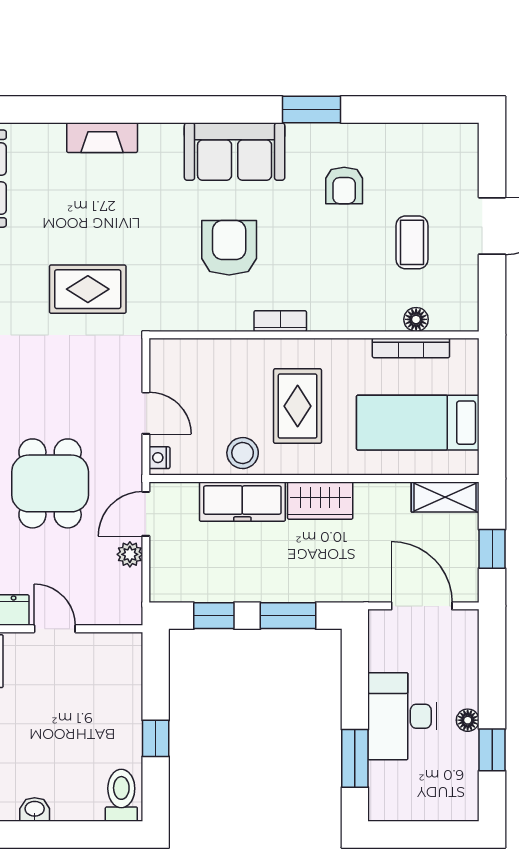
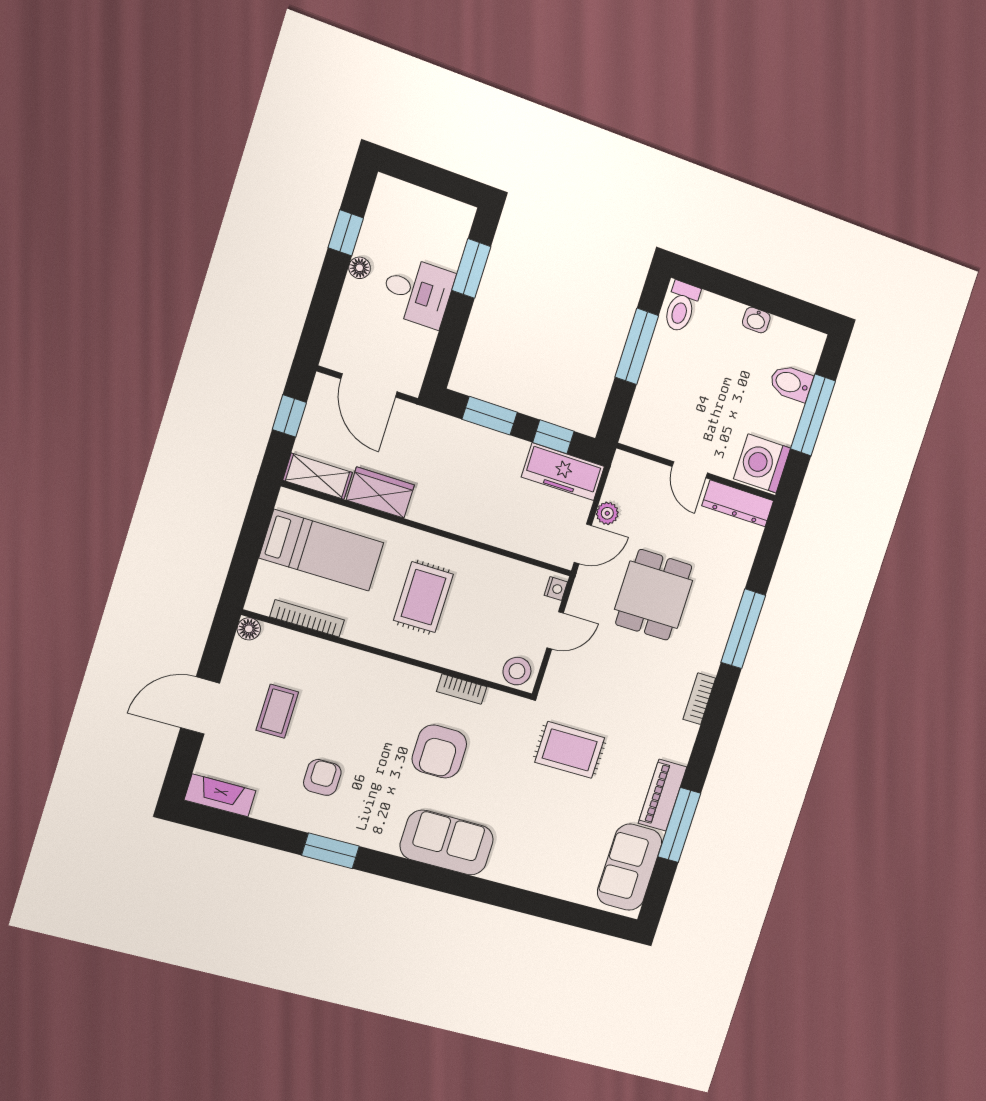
fireplace: (102, 138) -> (220, 795), moved
sofa: (235, 152) -> (447, 843), moved
floor lamp: (416, 319) -> (249, 629), moved
bookcase: (280, 321) -> (462, 689), moved
door: (146, 413) -> (555, 630), swing flipped
stool: (243, 453) -> (517, 671), moved
wardrobe: (320, 501) -> (380, 493), moved
freezer: (242, 502) -> (563, 472), moved, turned 180
desk: (402, 716) -> (417, 292), width x0.73
window: (156, 738) -> (637, 346), width x2.17

